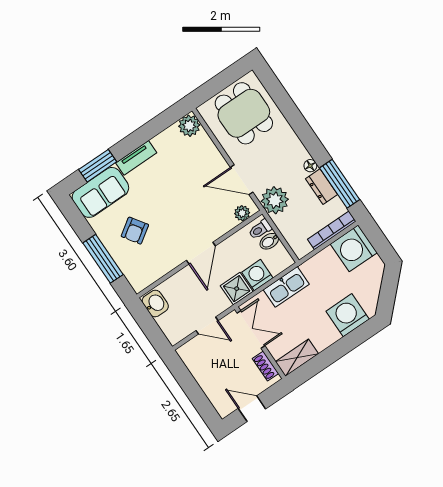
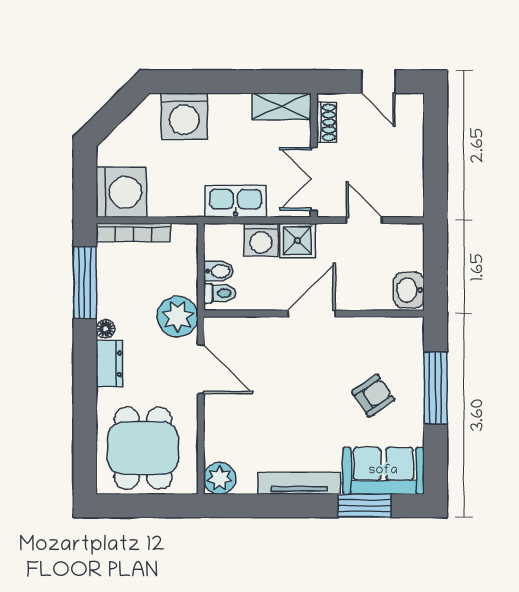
tv unit: (136, 158) -> (299, 483), width x1.41
dresser: (322, 187) -> (109, 364), moved
plant: (242, 213) -> (228, 328), removed

